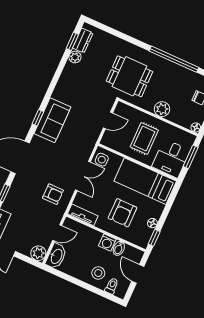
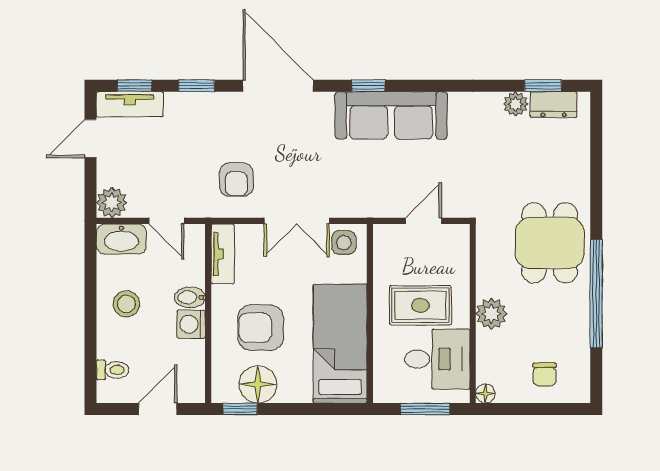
dining table: (129, 76) -> (550, 243), moved
sofa: (52, 120) -> (391, 115), width x1.36
door: (108, 120) -> (424, 221), swing flipped
desk: (171, 158) -> (437, 359), moved, turned 180
floor lamp: (152, 223) -> (258, 384), width x1.89, depth x1.89
bidet: (119, 248) -> (190, 297), moved
stool: (98, 273) -> (126, 304), moved

